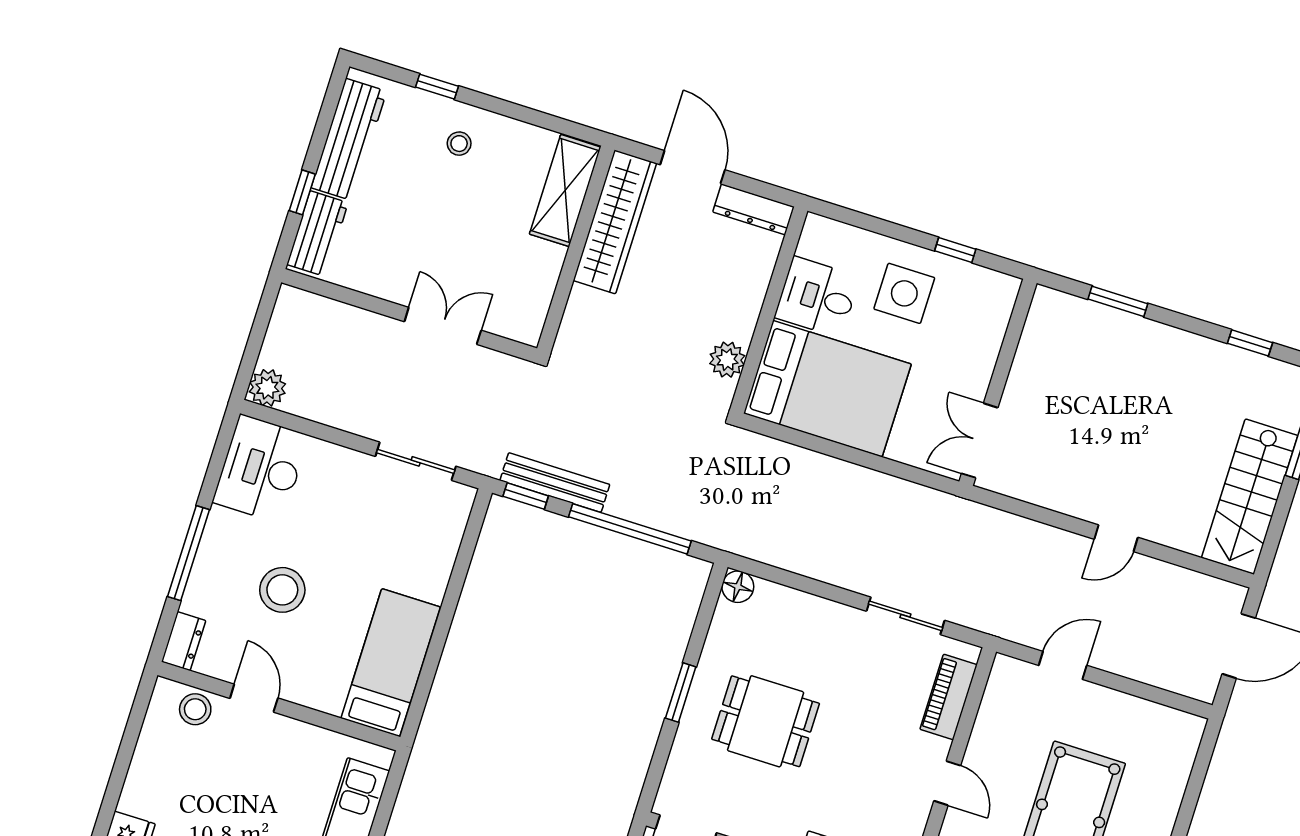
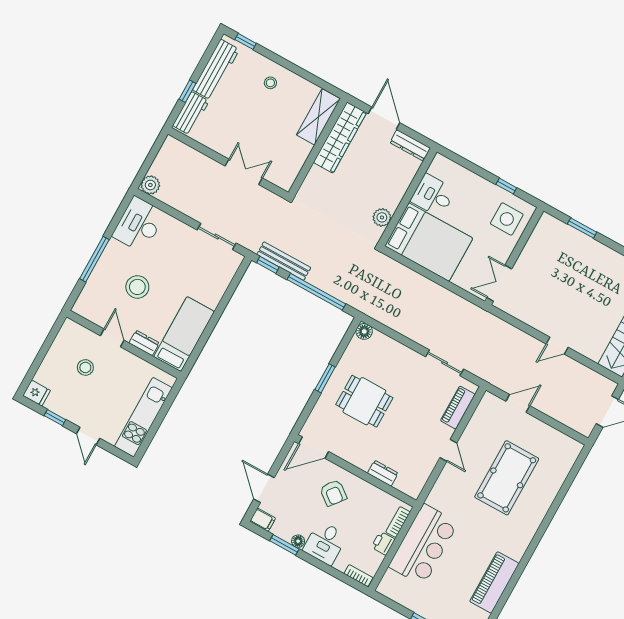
window: (437, 87) -> (246, 41), moved
side table: (904, 293) -> (507, 219), moved
dresser: (184, 641) -> (144, 343), moved, turned -90
stool: (195, 709) -> (85, 367), moved

